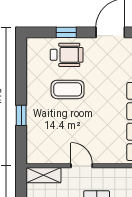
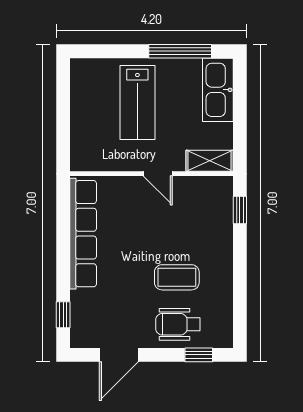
window: (66, 32) -> (199, 355), moved
window: (21, 115) -> (240, 210), moved

